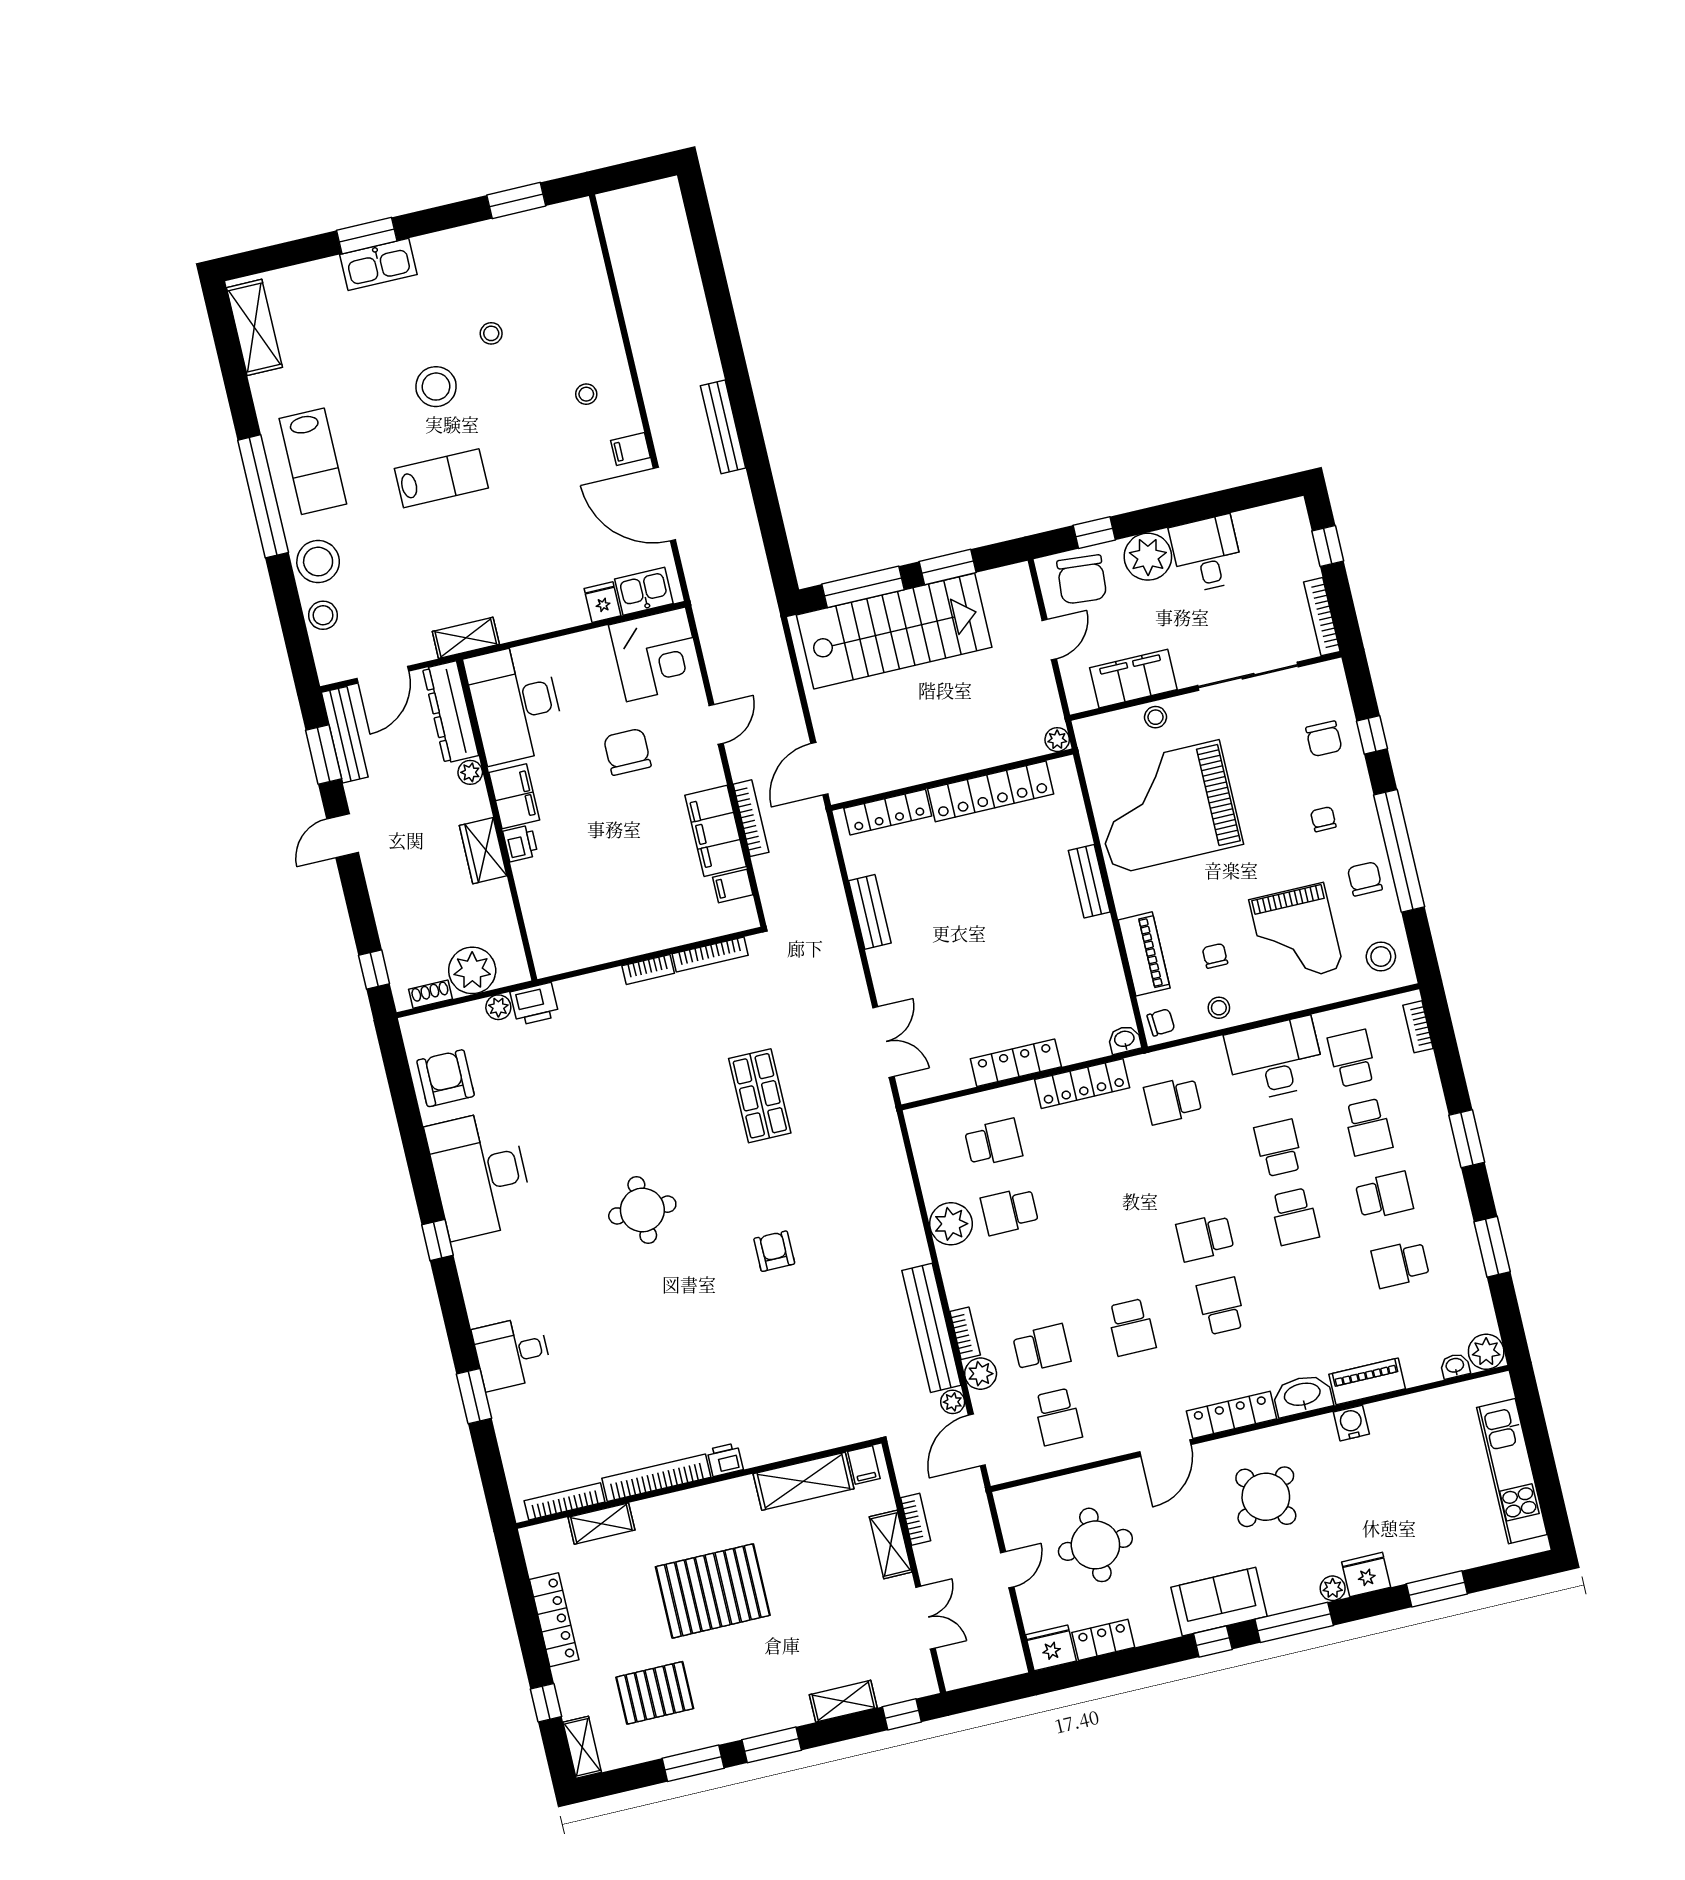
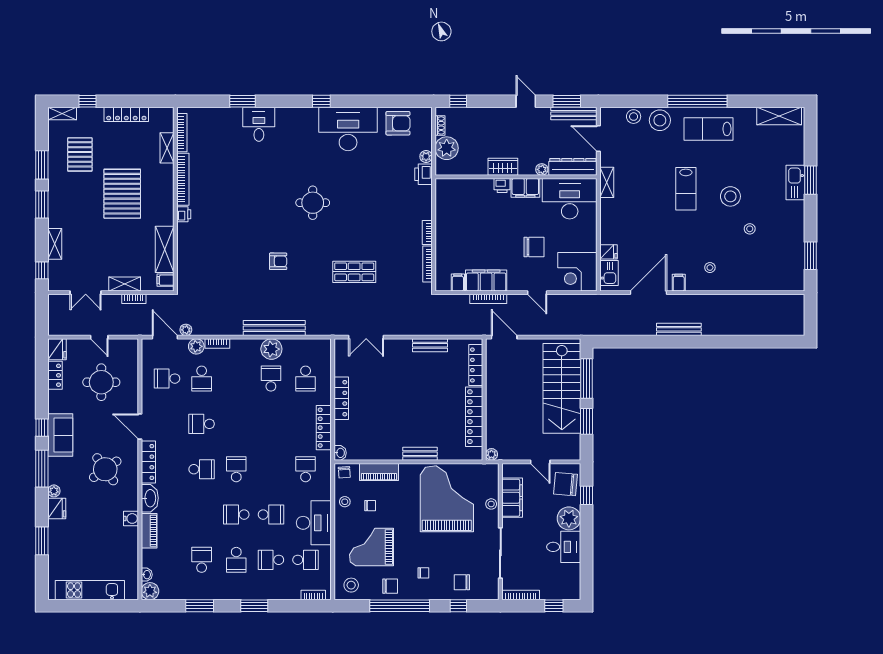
bench: (931, 1328) -> (274, 328), moved

